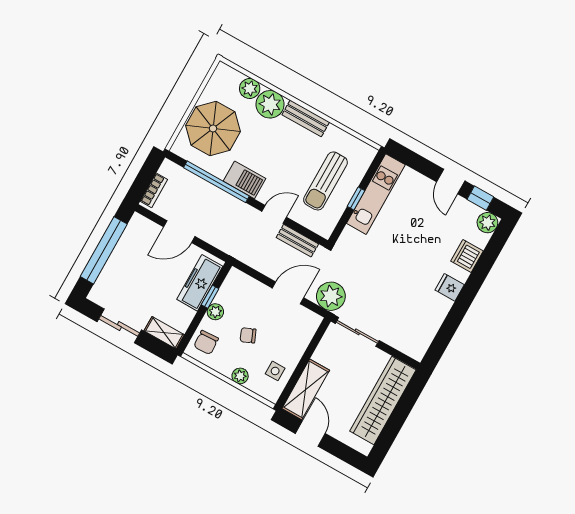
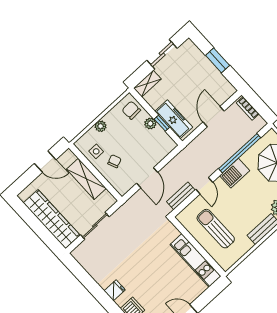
window: (356, 199) -> (197, 246), removed
window: (104, 250) -> (218, 60), width x0.47
plant: (331, 296) -> (135, 207), removed
sliding door: (357, 332) -> (95, 226), moved
chair: (248, 335) -> (114, 161), moved
shelving: (306, 389) -> (86, 179), moved

